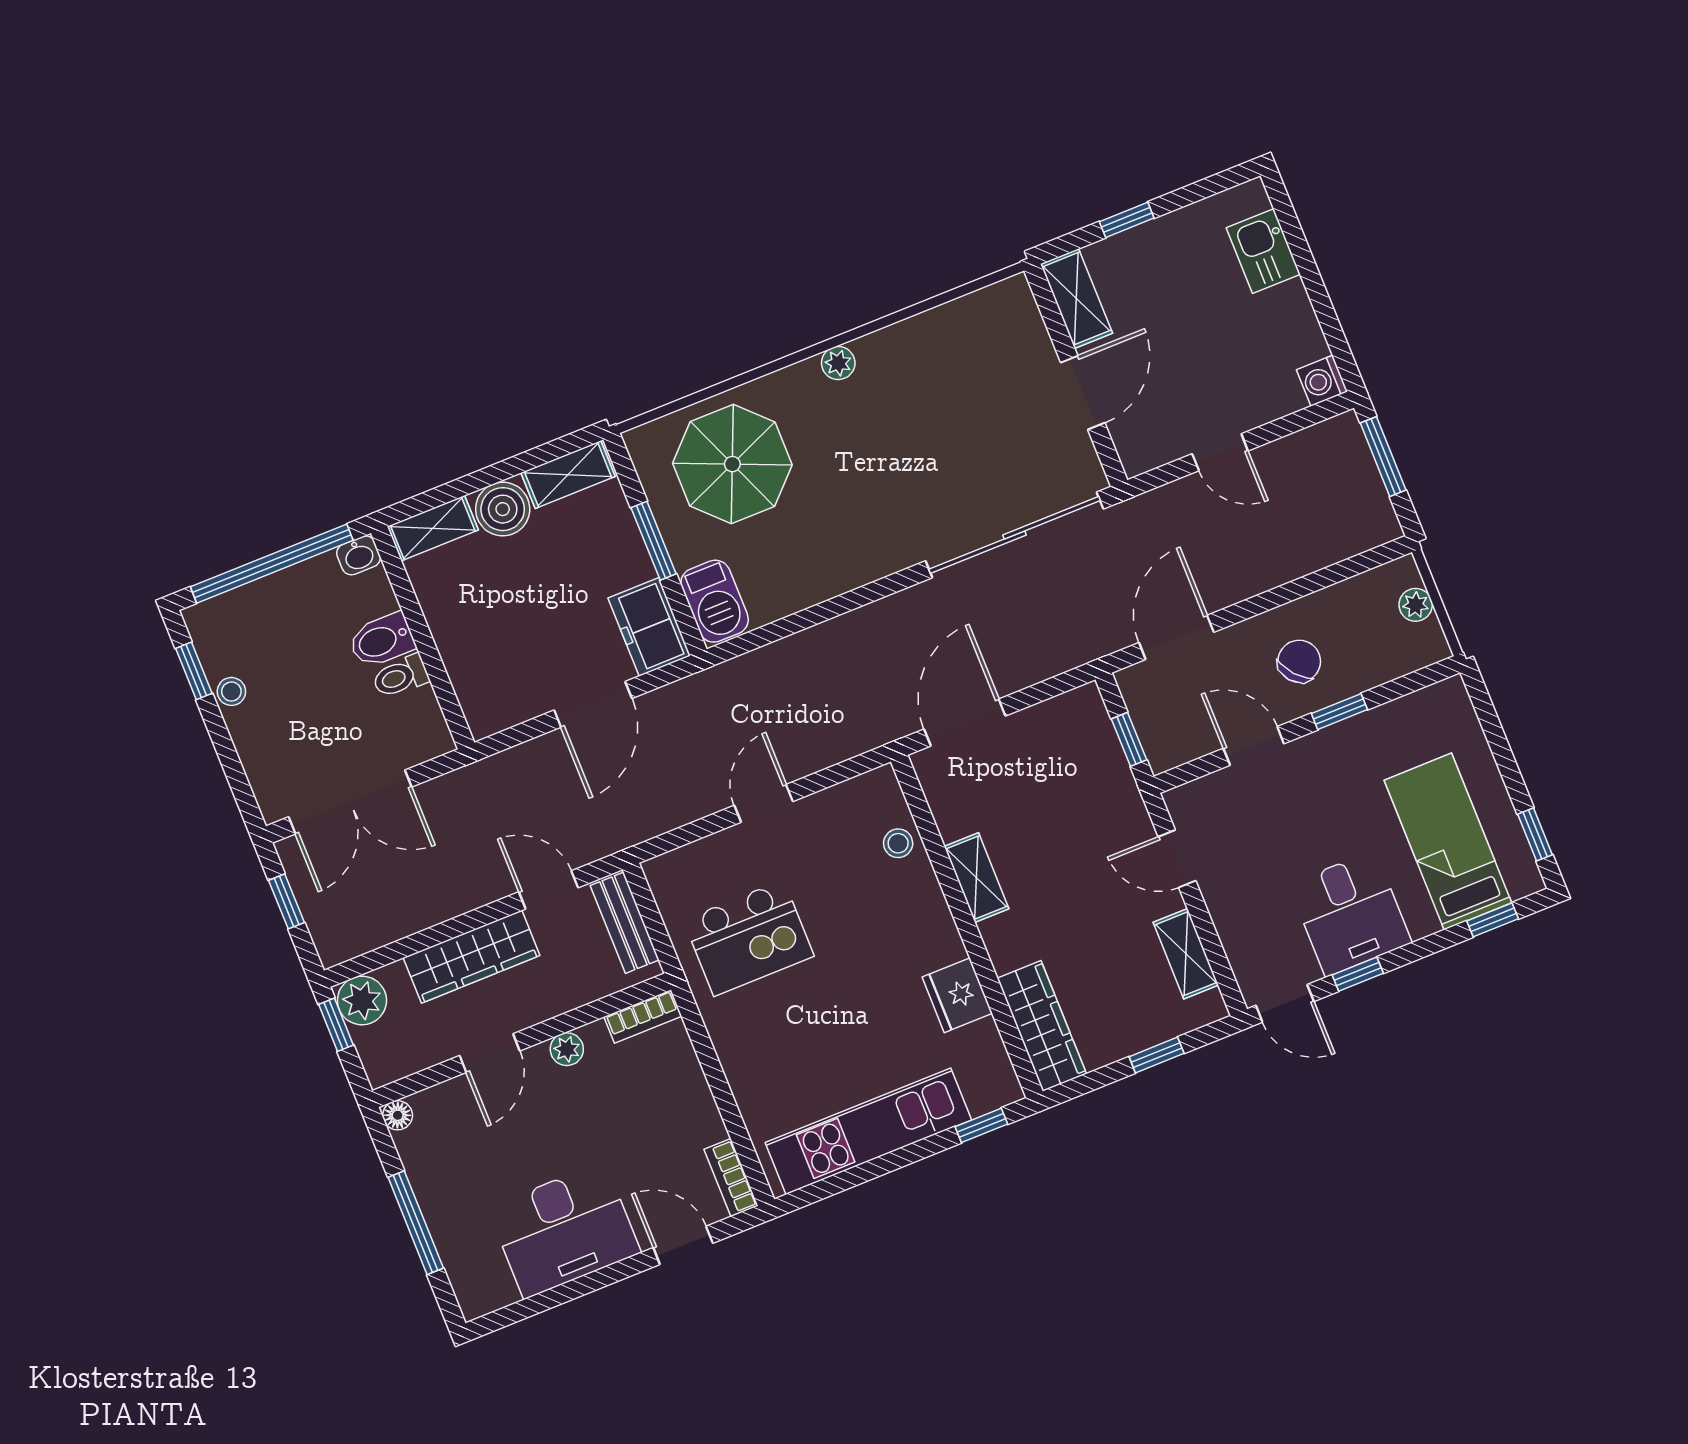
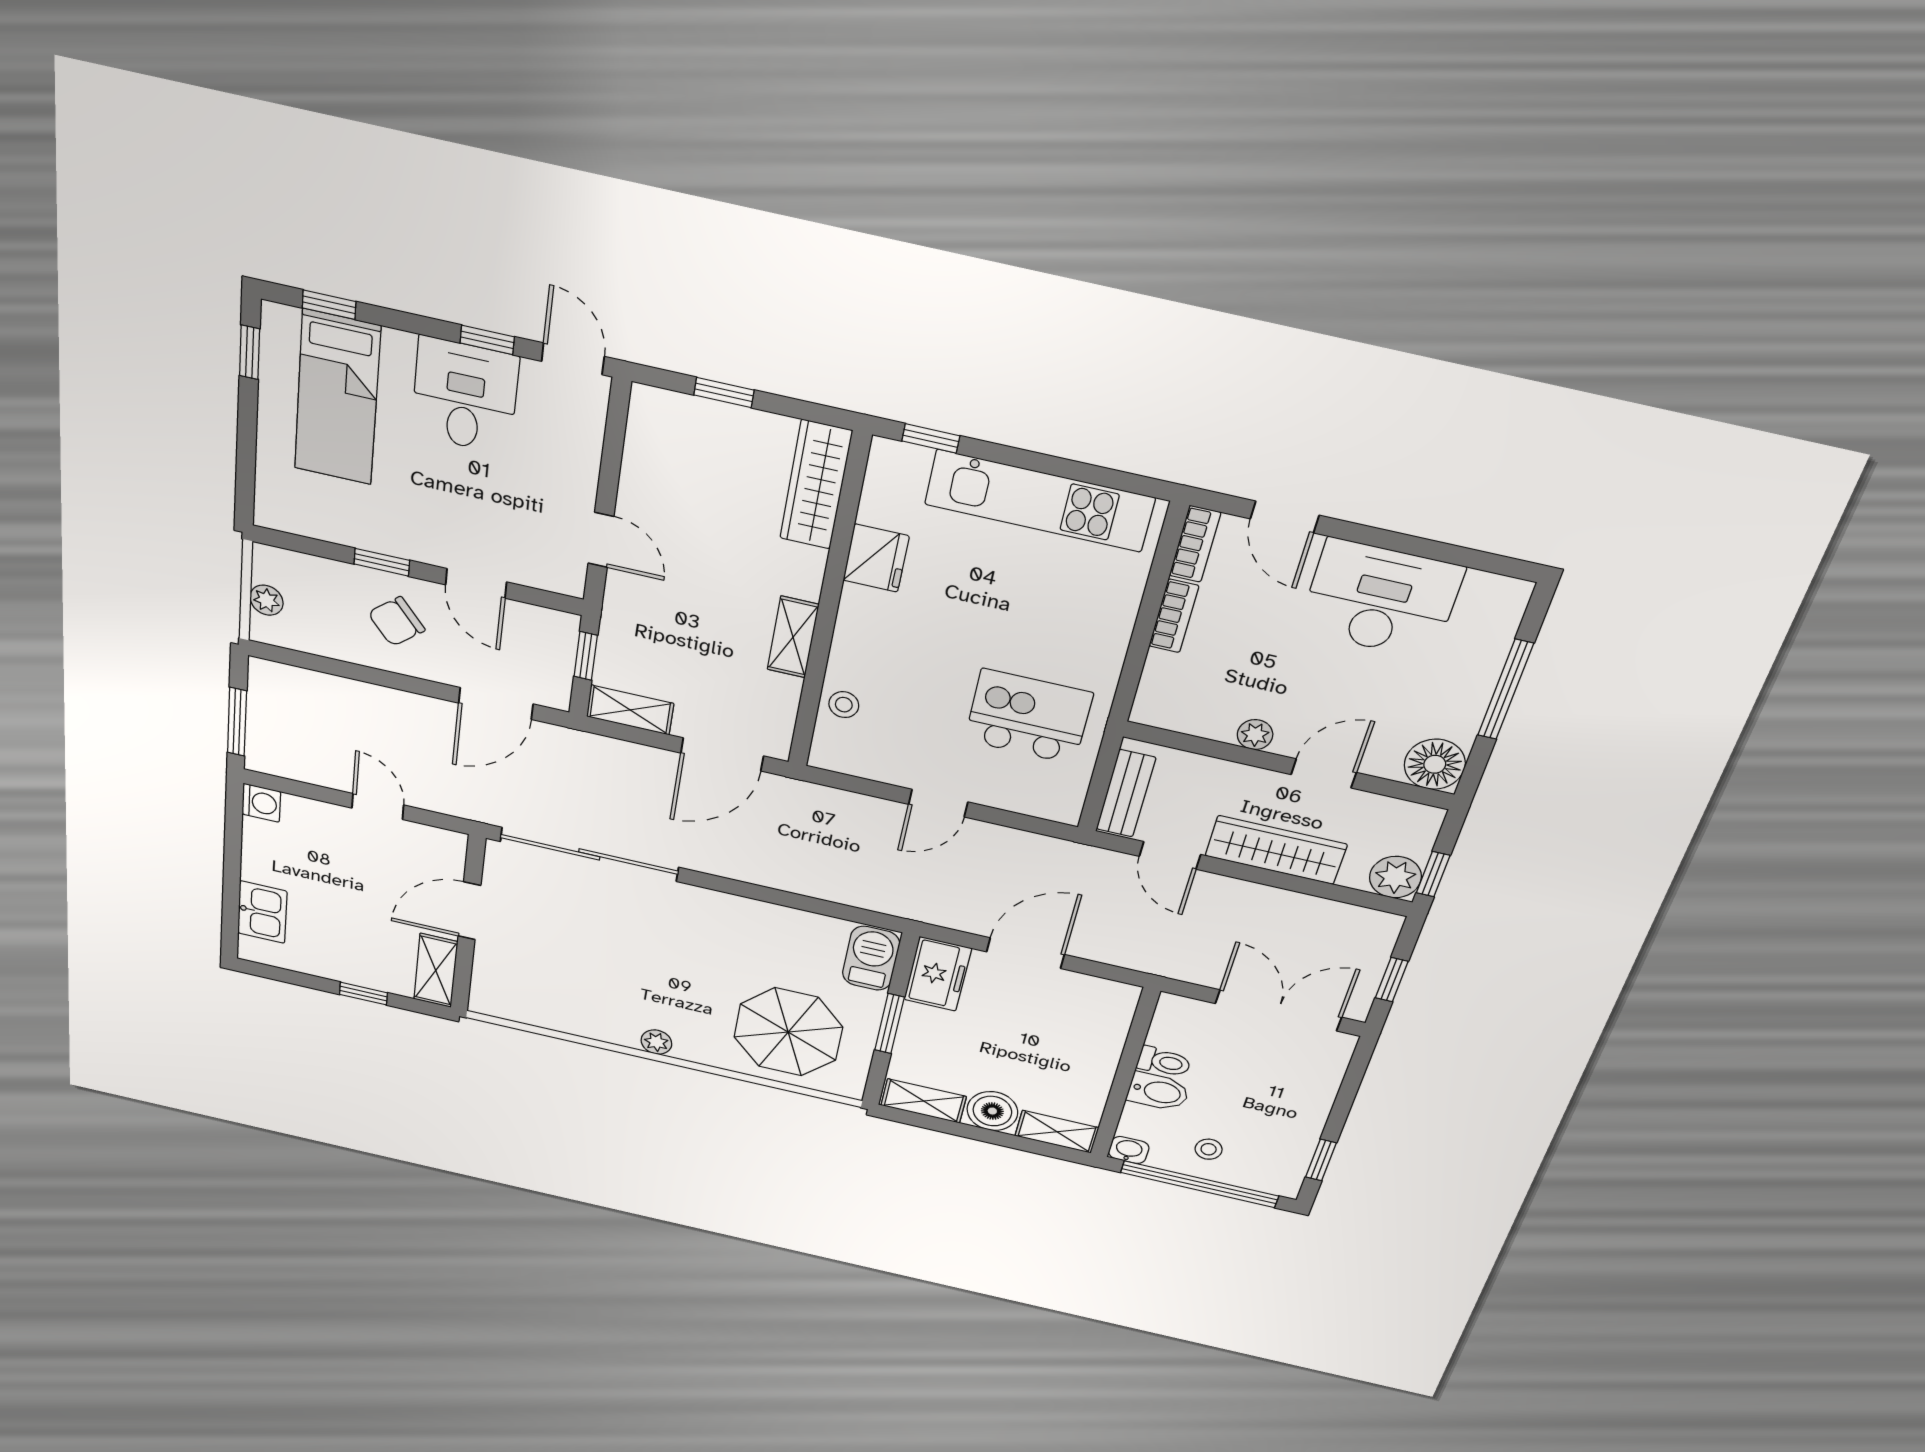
stool: (231, 691) -> (1209, 1149), moved
shelving: (1186, 954) -> (630, 710), moved, turned 90
bookcase: (643, 1016) -> (1174, 616), moved, turned 90
floor lamp: (398, 1115) -> (1435, 764), width x1.89, depth x1.89

